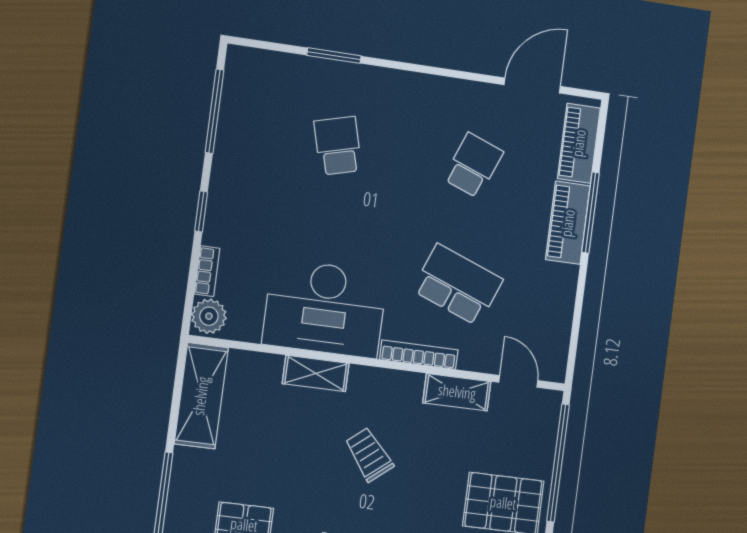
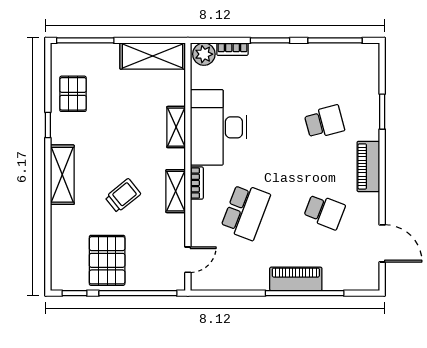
piano: (579, 143) -> (368, 166), moved, turned -90
window: (201, 211) -> (270, 40), width x1.50
window: (591, 213) -> (305, 293), width x1.46
bookcase: (419, 355) -> (197, 183), width x0.64
shelving: (457, 392) -> (176, 191), moved
trolley: (369, 455) -> (123, 196), moved

